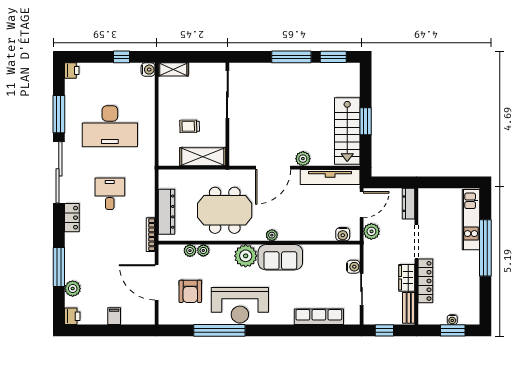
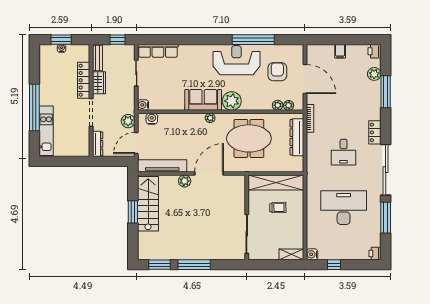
shelving: (203, 157) -> (276, 182), width x1.47
plant: (203, 250) -> (289, 105), moved
water cooler: (353, 267) -> (143, 105), moved
row of seats: (319, 317) -> (158, 51), moved

